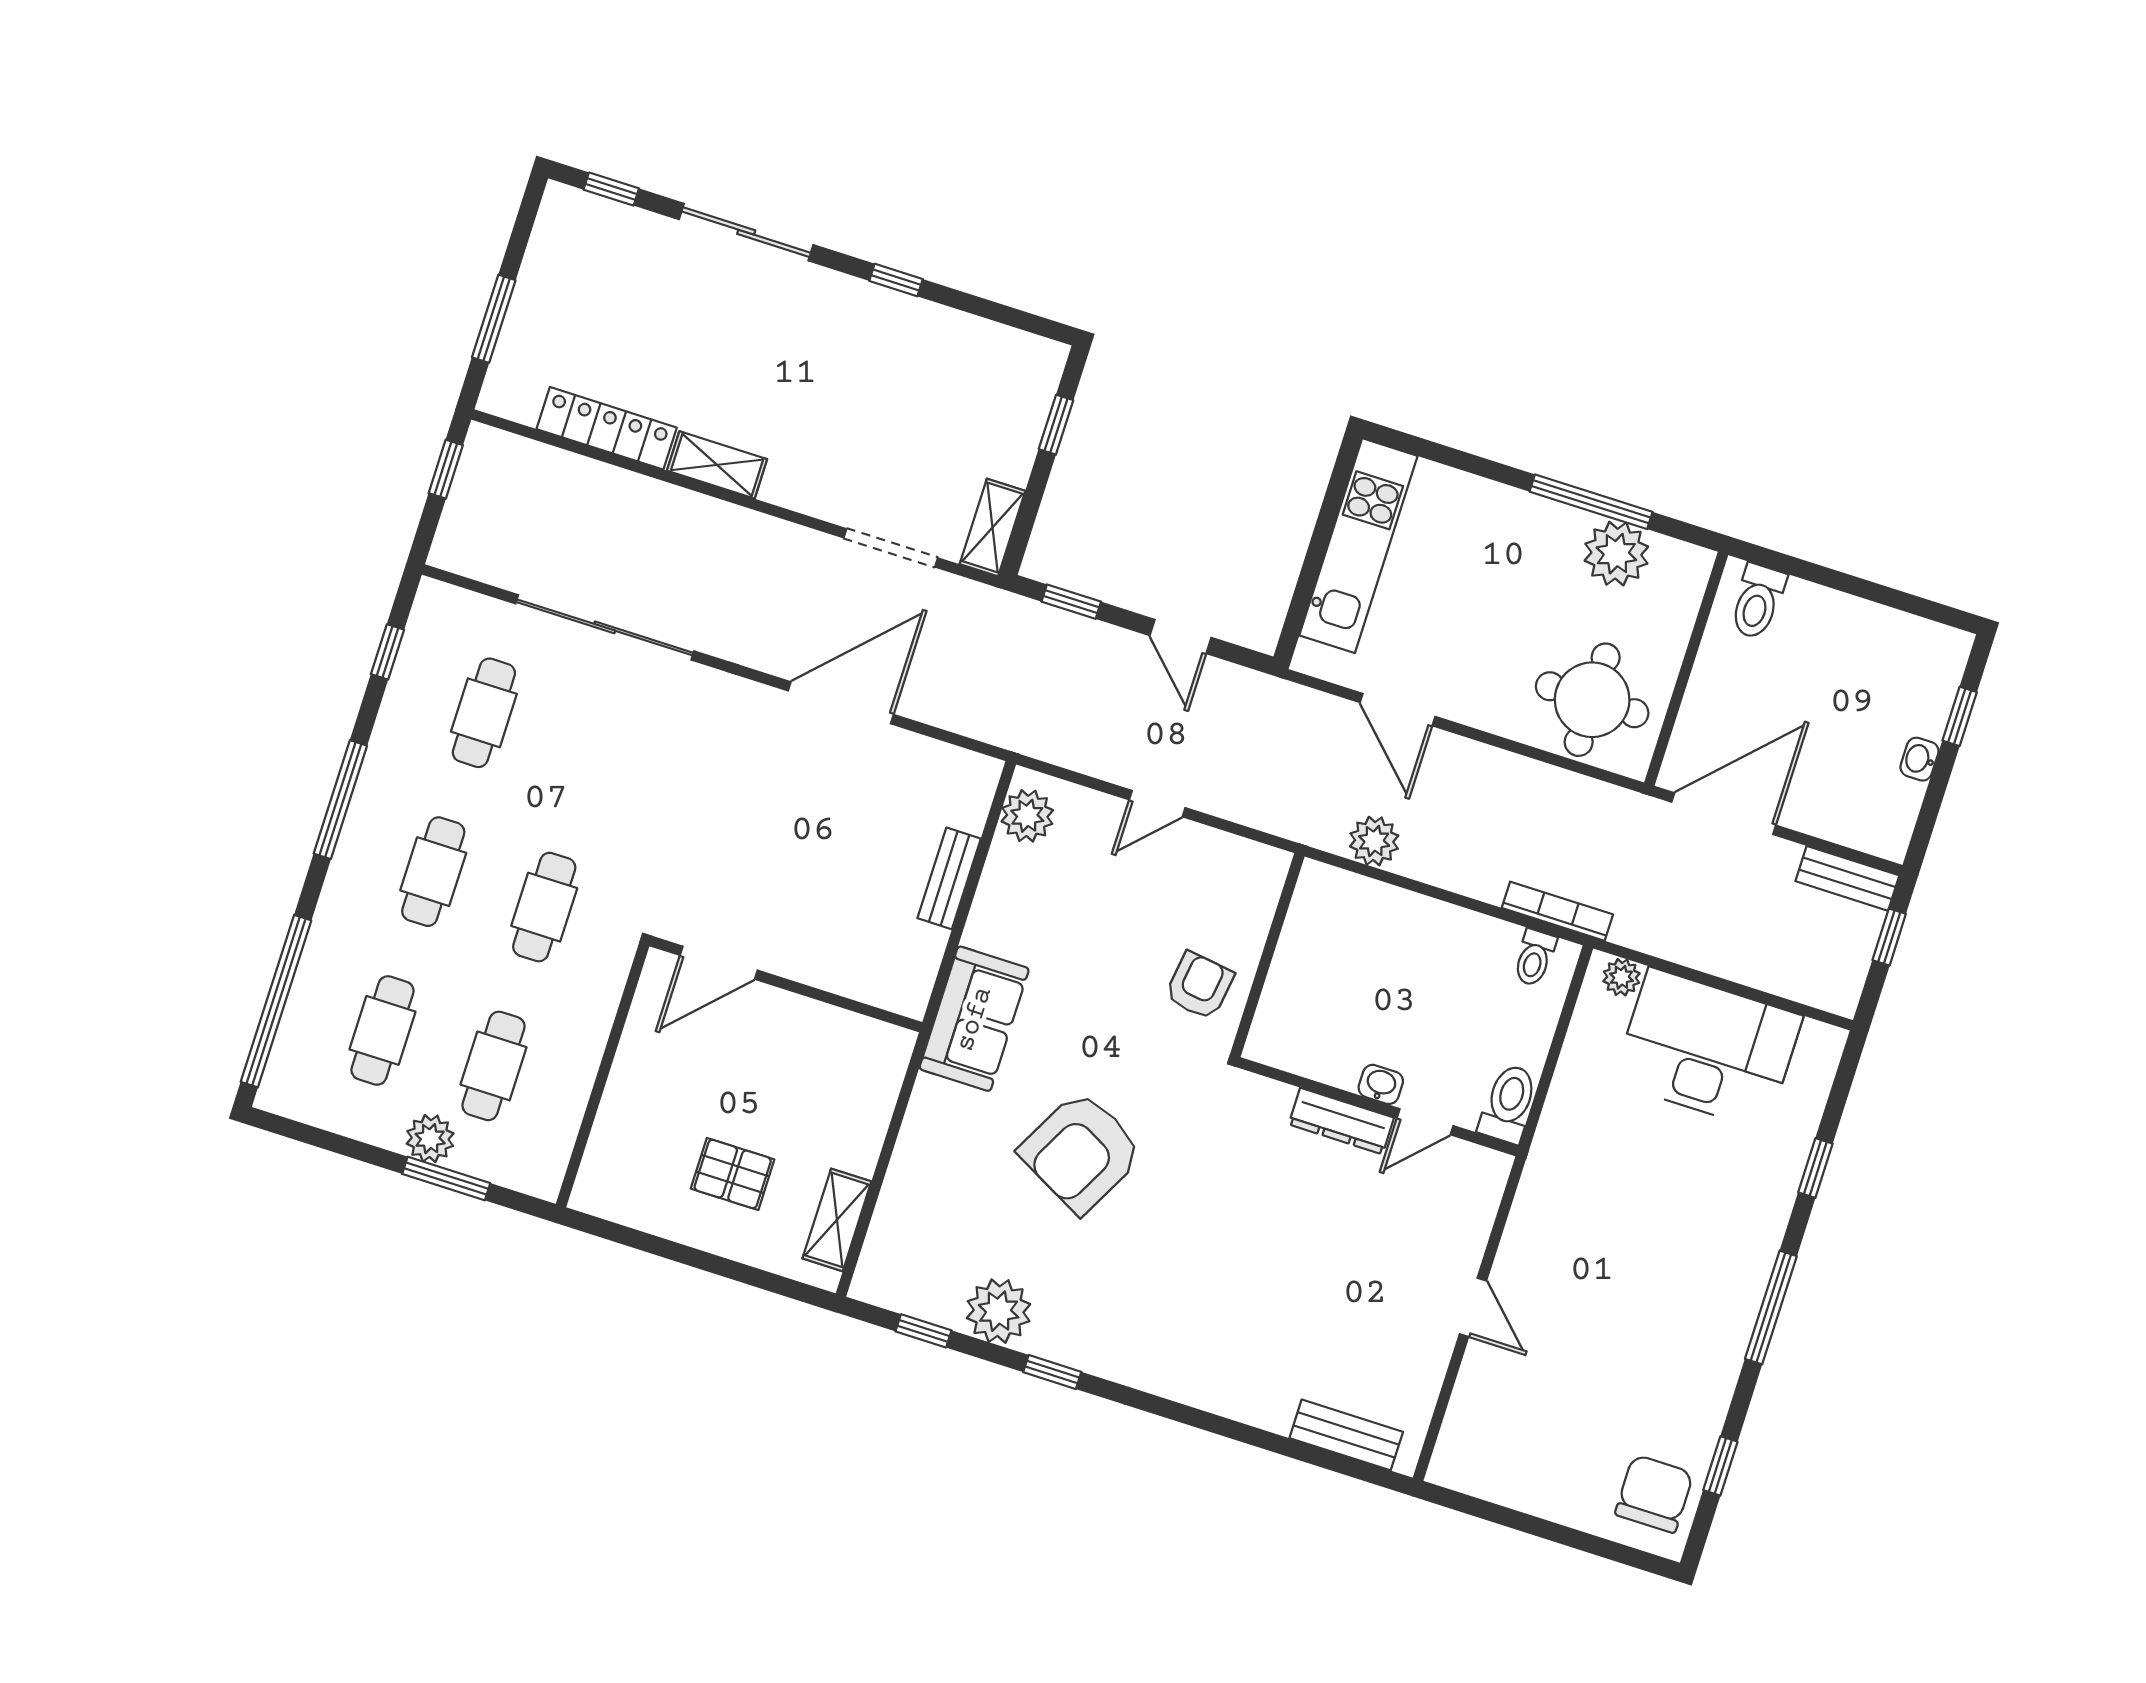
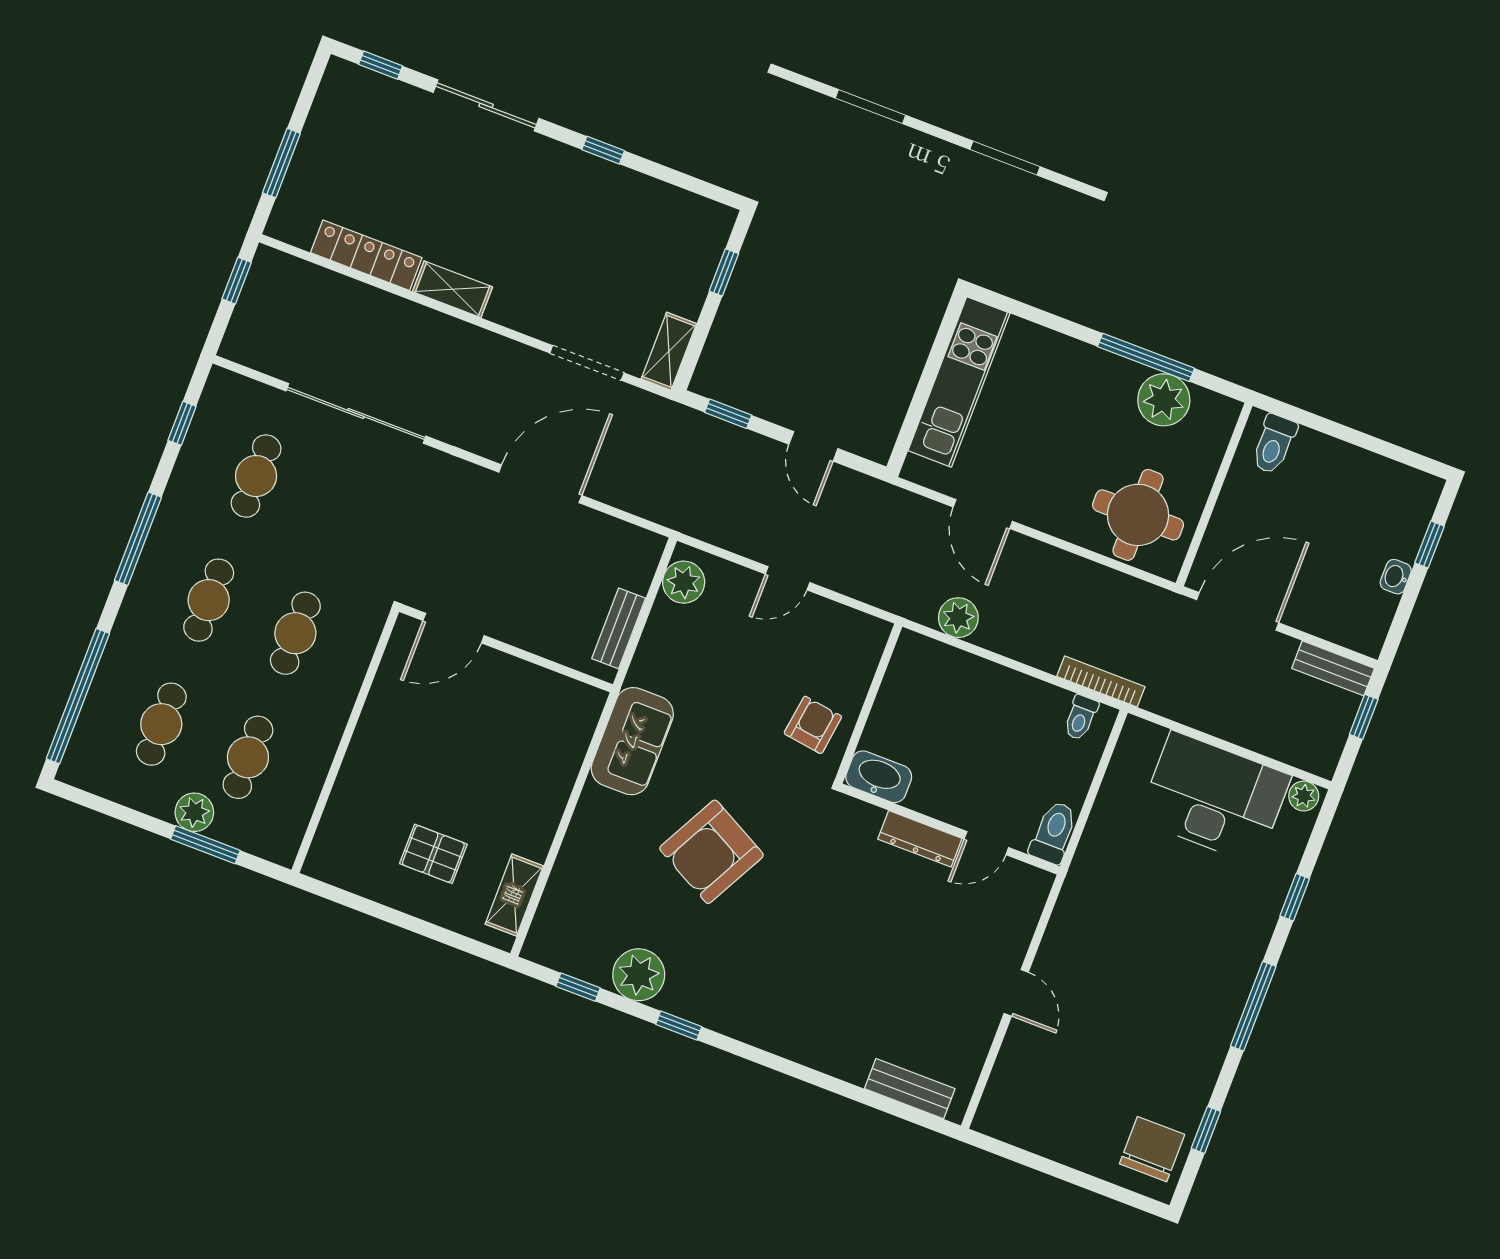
door: (719, 963) -> (454, 628), moved
plant: (1621, 977) -> (1304, 796), moved
wall: (786, 984) -> (506, 648), moved
washbasin: (1381, 1084) -> (879, 777), moved, width x1.91, depth x1.45

